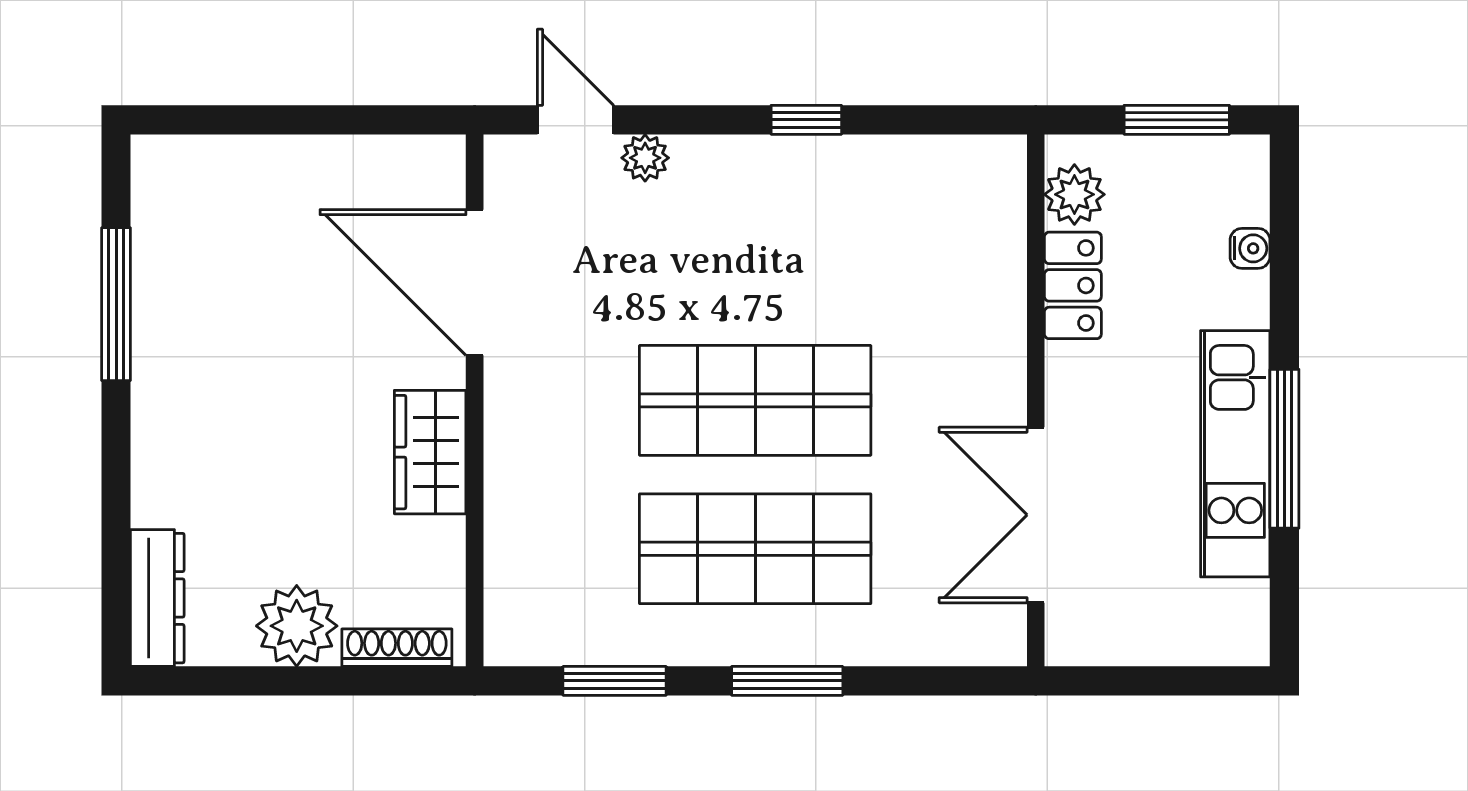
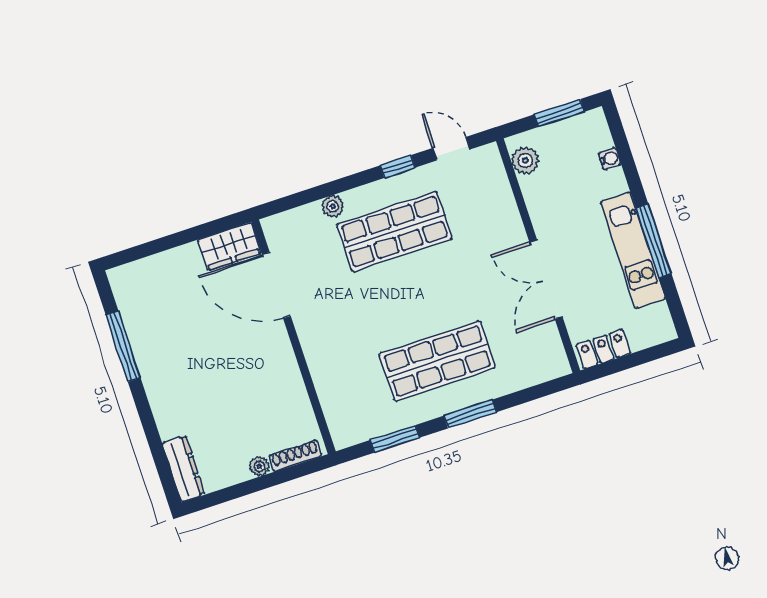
door: (575, 120) -> (451, 149), moved
locker: (1073, 285) -> (603, 349), moved, turned -90
shop shelf: (755, 400) -> (394, 231), moved
wardrobe: (430, 452) -> (230, 246), moved, turned -90
double door: (1036, 515) -> (546, 280), moved
plant: (297, 626) -> (259, 466), width x0.53, depth x0.53

